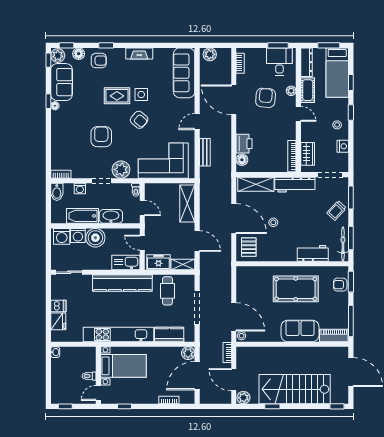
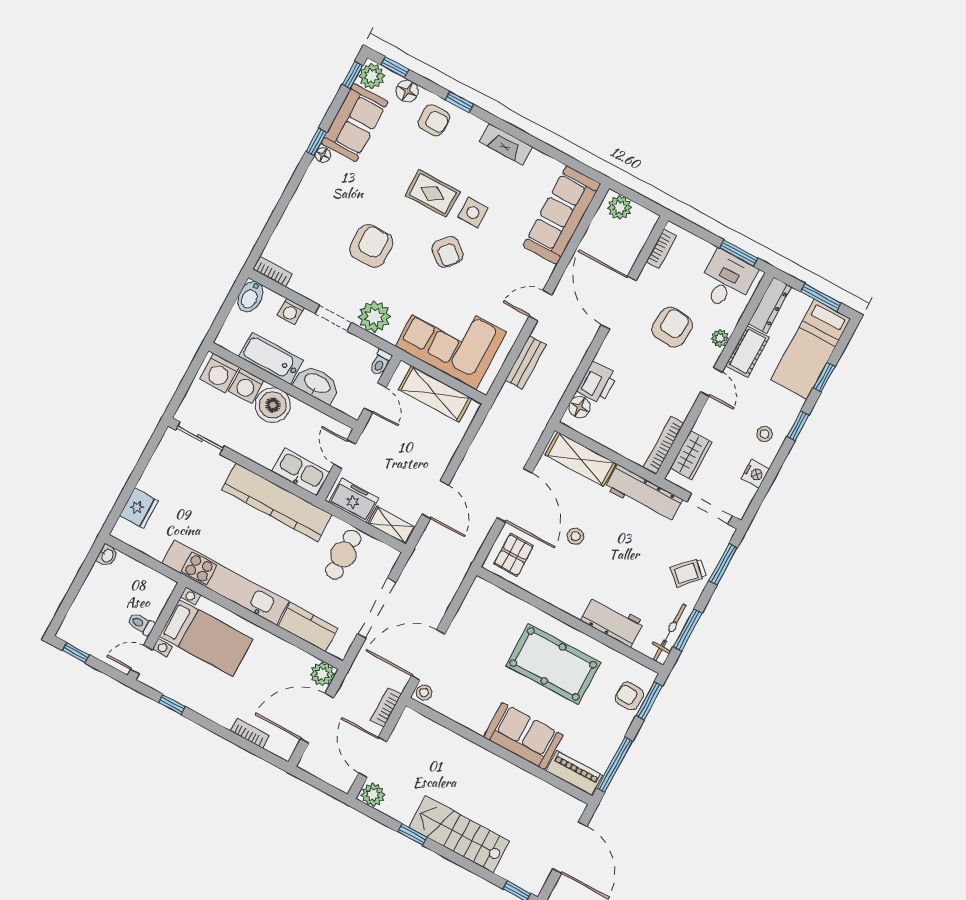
shelving: (187, 203) -> (435, 394), moved, turned 90
dishwasher: (58, 306) -> (153, 483), removed
door: (234, 317) -> (428, 655), swing flipped
stairs: (295, 389) -> (459, 834), width x0.73, depth x0.66

